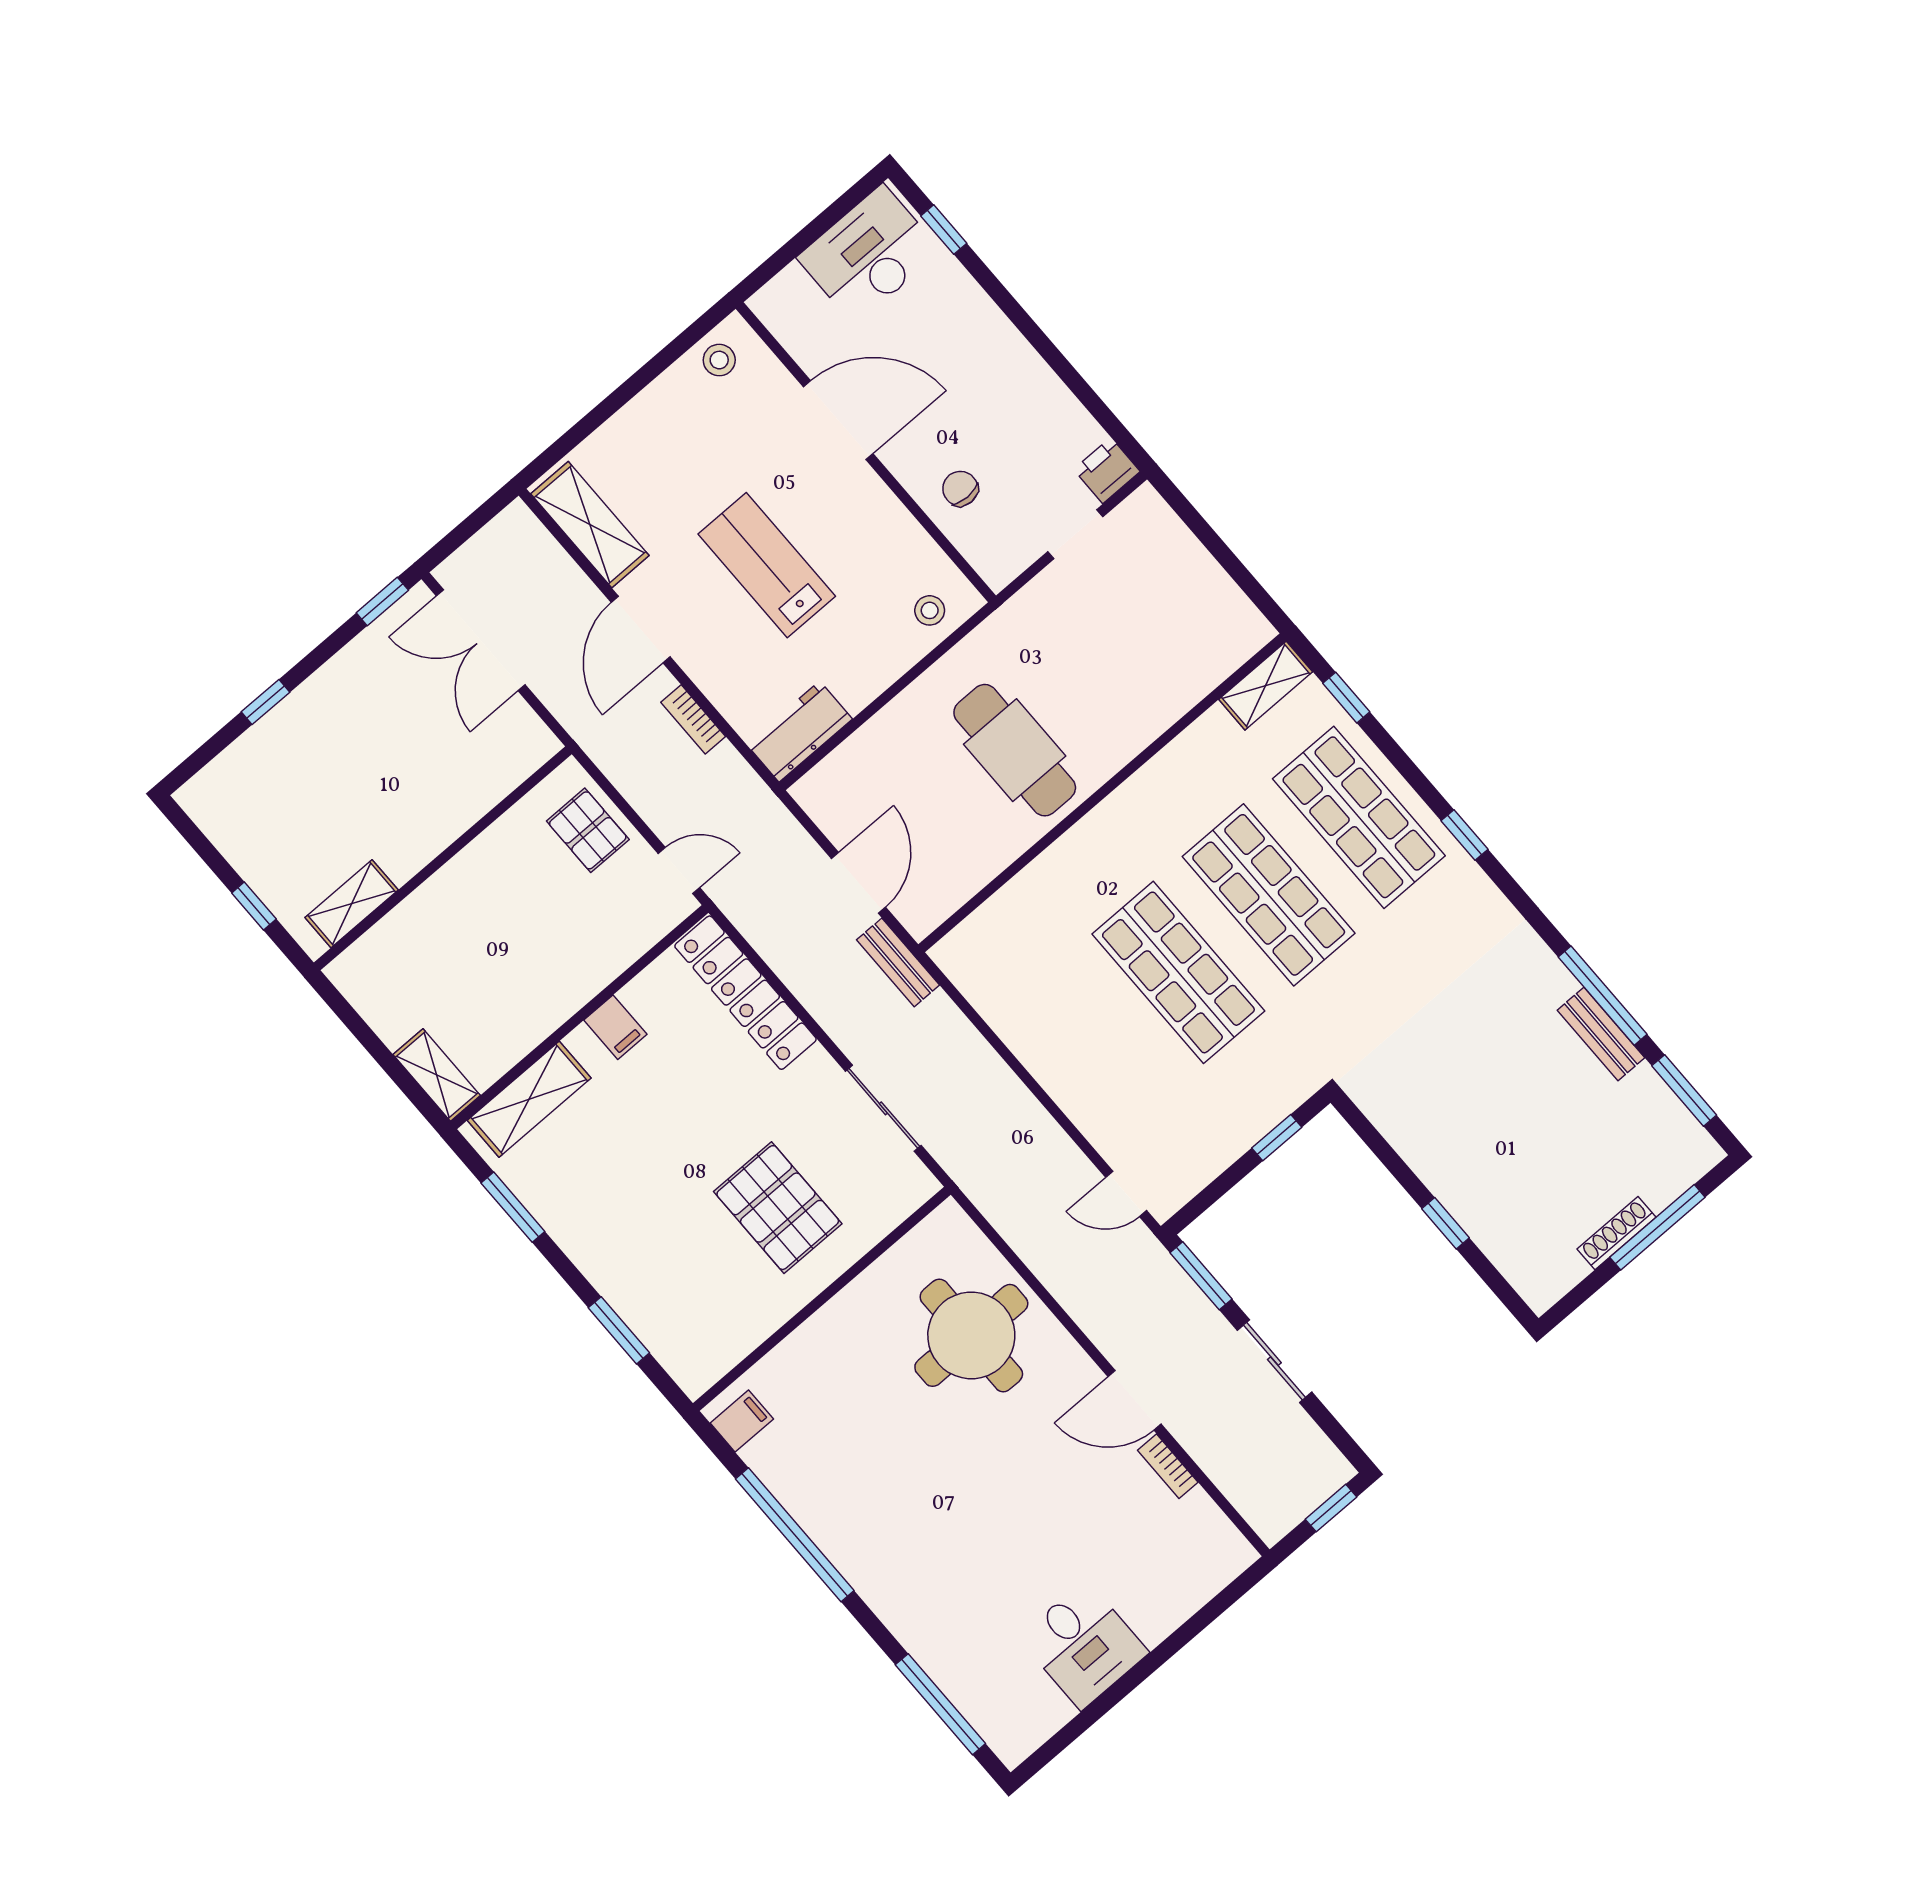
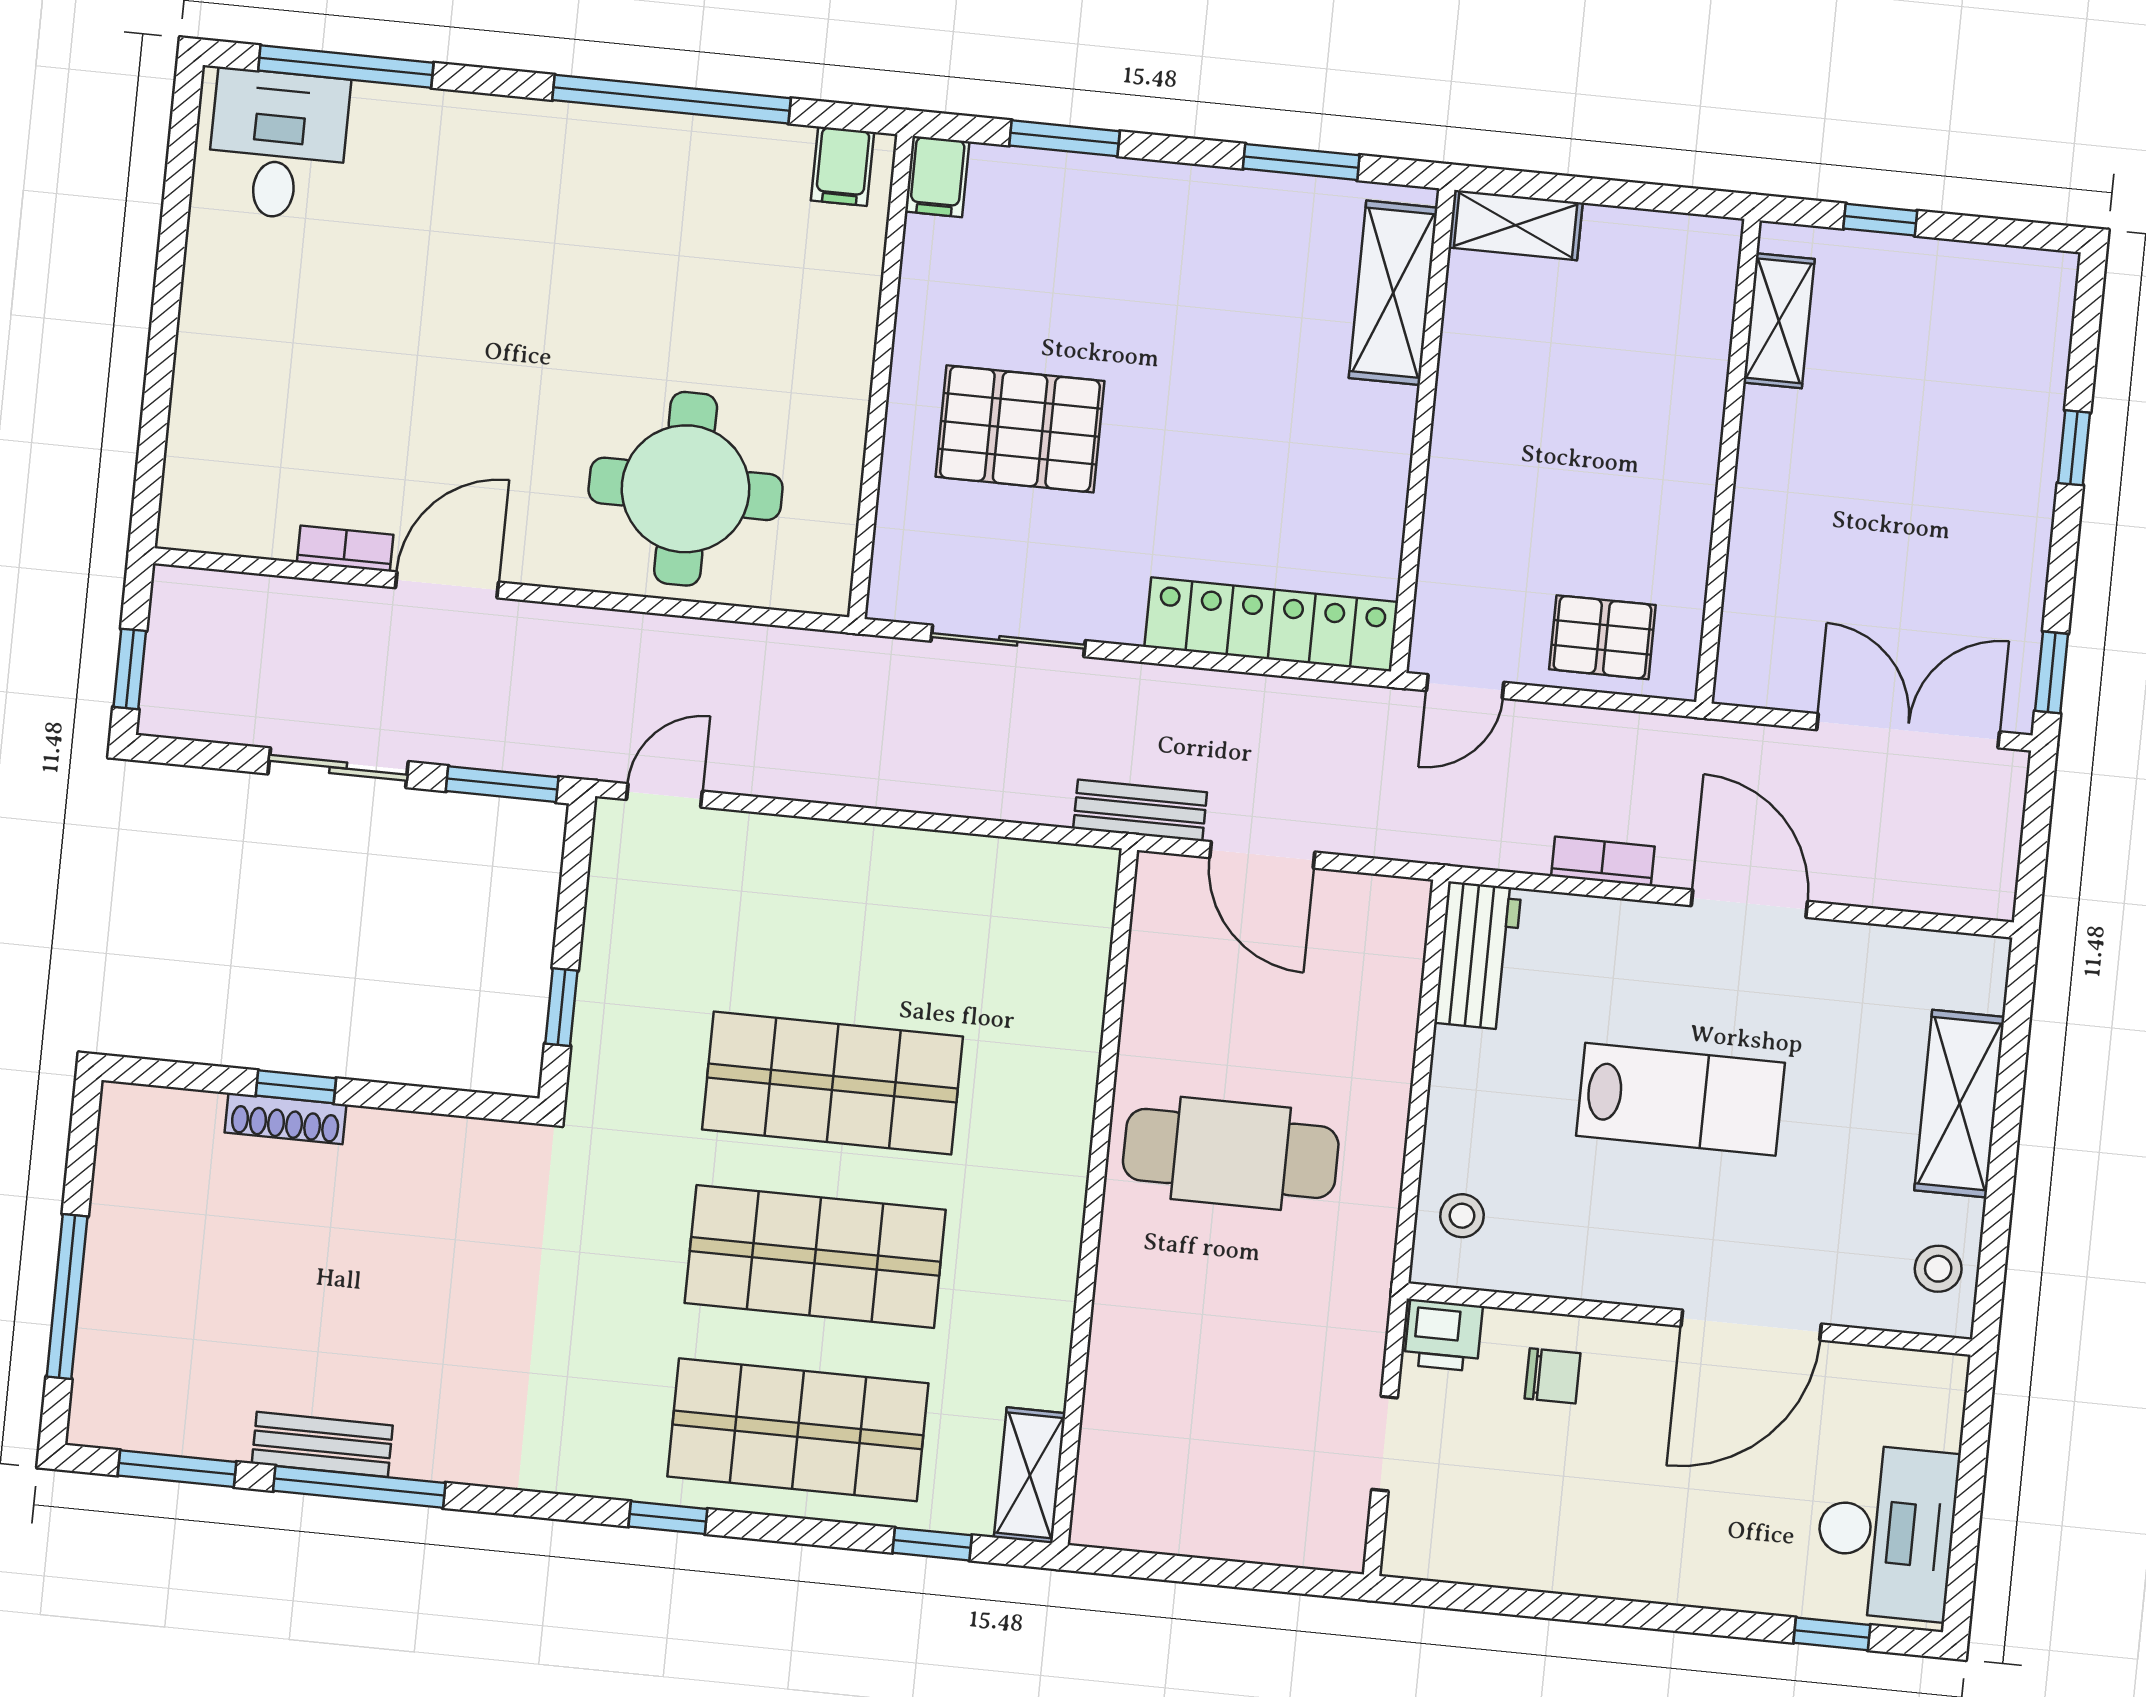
printer: (1107, 470) -> (1443, 1335), moved, turned 90
shelving: (590, 525) -> (1959, 1104), moved, turned 90
filing cabinet: (615, 1027) -> (937, 177), moved, turned -90
shoe rack: (1616, 1233) -> (286, 1119), moved, turned 90
desk: (1083, 1645) -> (278, 145), moved, turned 90

